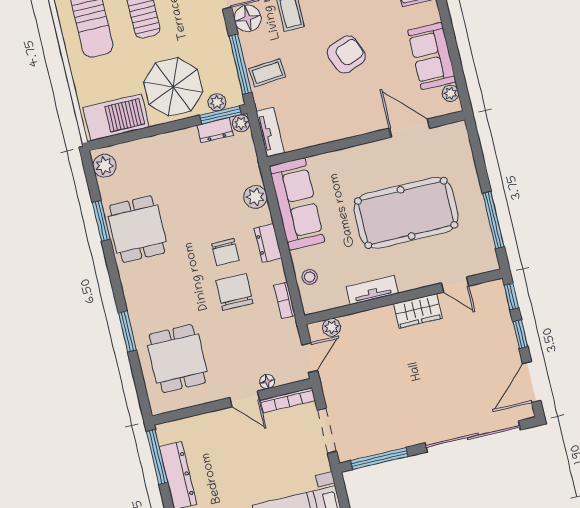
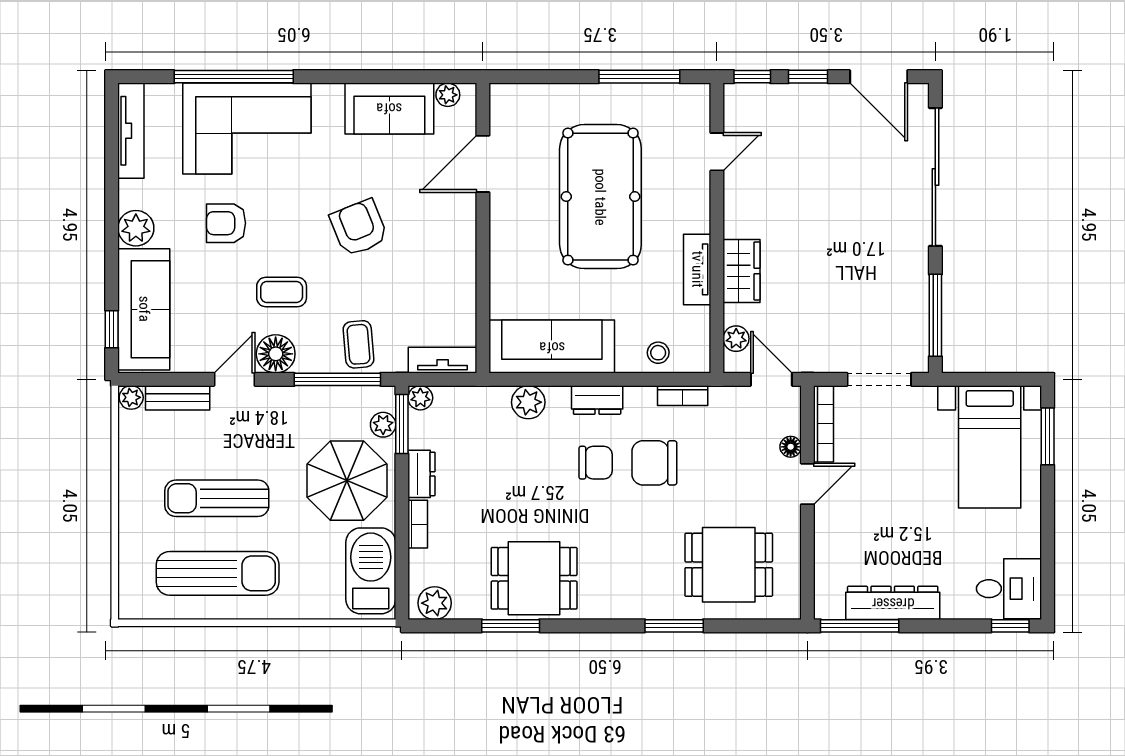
dresser: (215, 130) -> (421, 474), moved
bookcase: (155, 142) -> (418, 524), added
wardrobe: (418, 311) -> (742, 271), moved

